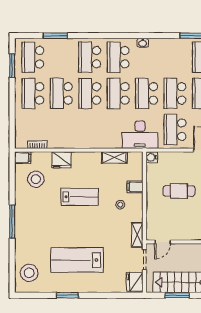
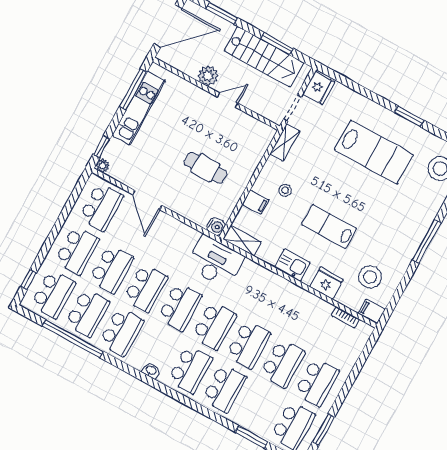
school desk: (175, 130) -> (122, 332), moved
shelving: (114, 157) -> (242, 241), moved
kitchen sink: (90, 160) -> (292, 265), added
door: (163, 242) -> (227, 100), moved

